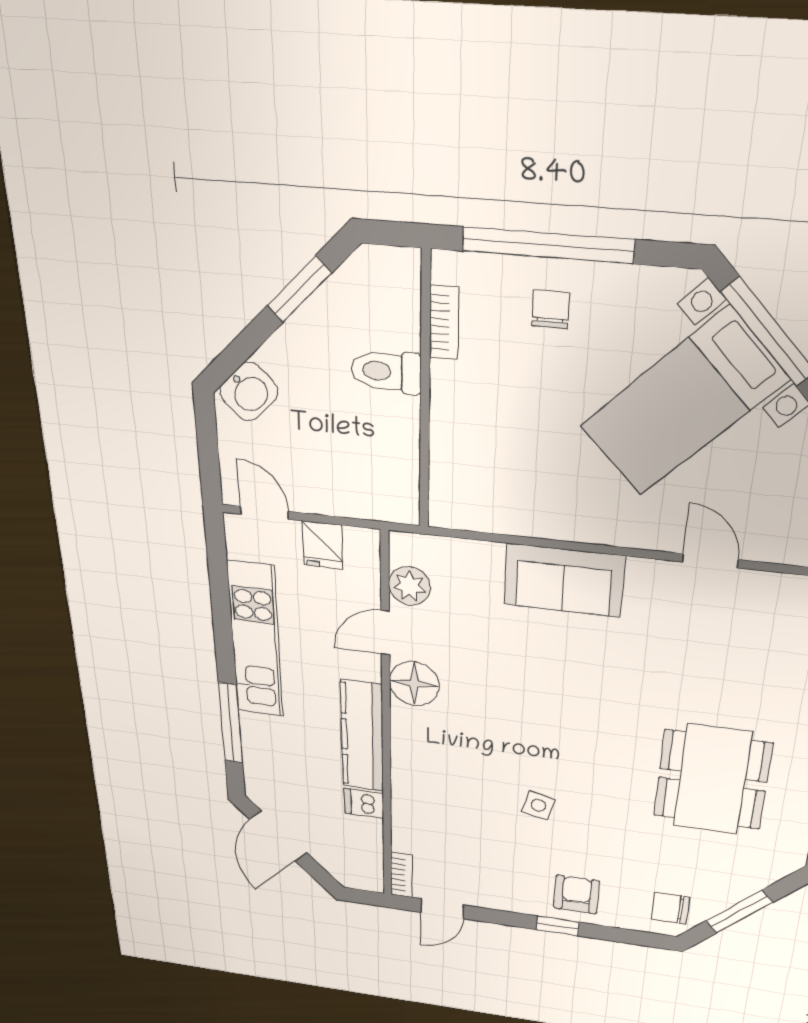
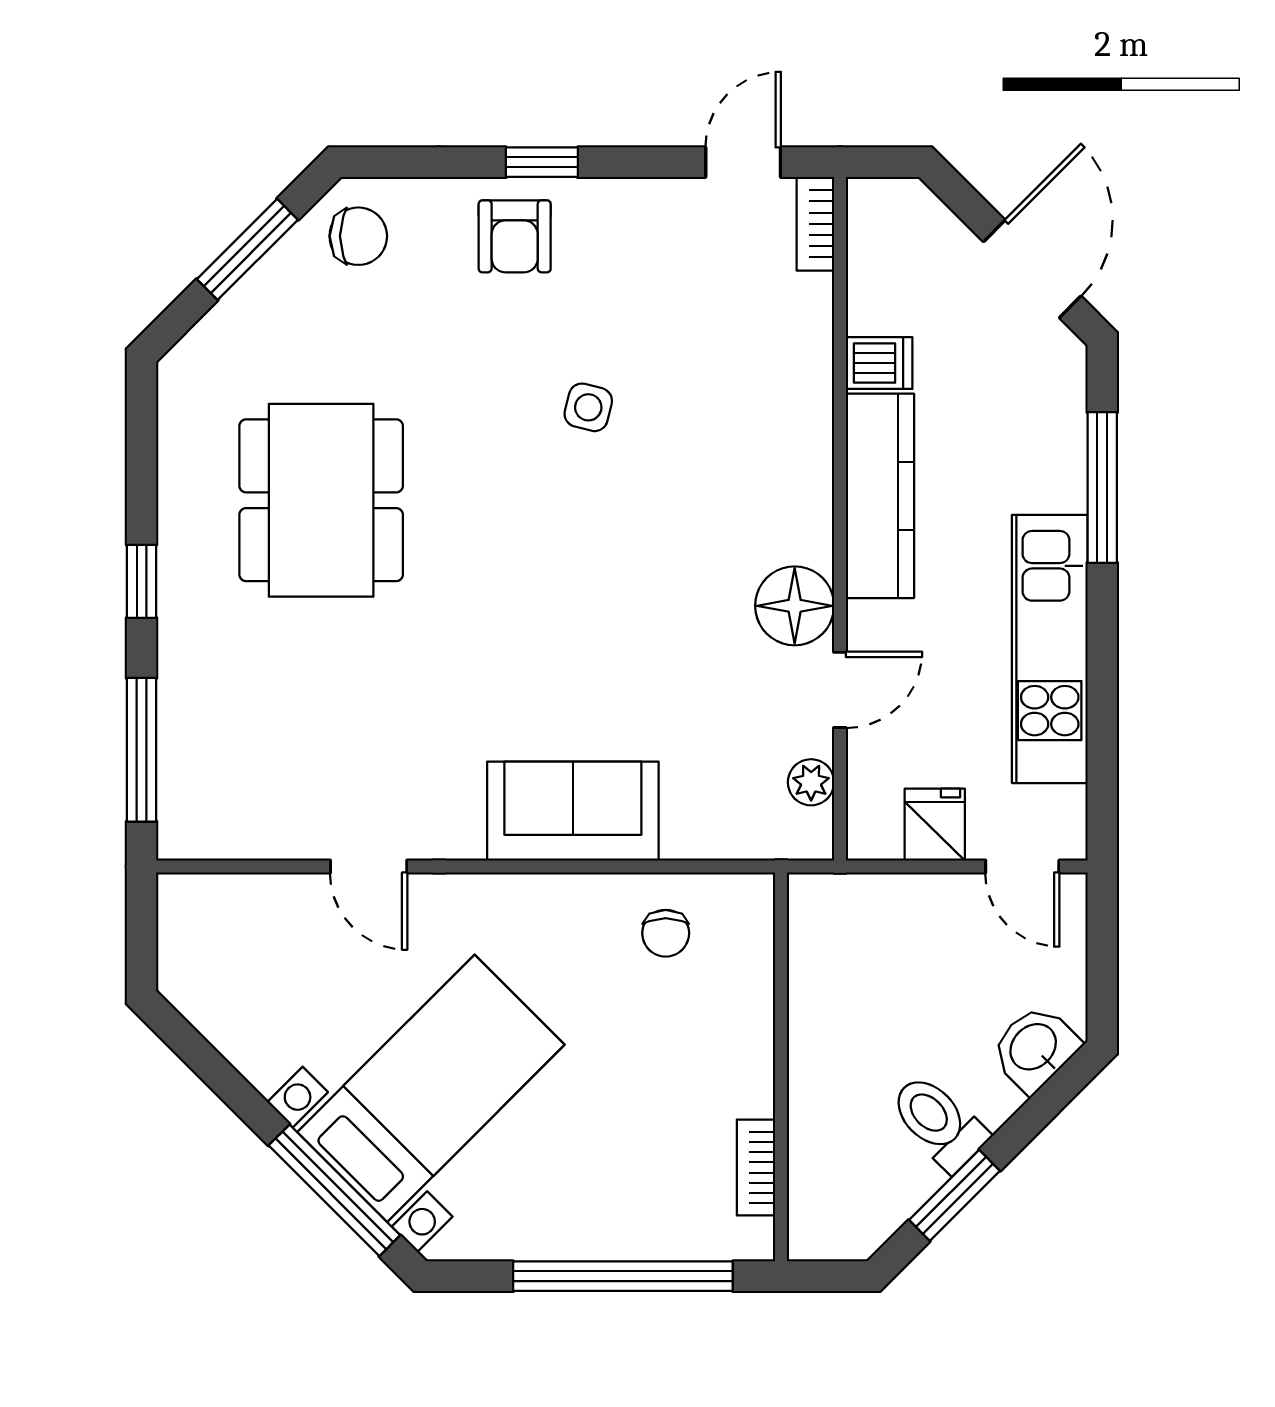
chair: (551, 309) -> (666, 933), moved
toilet: (386, 372) -> (938, 1122), moved, turned -135
plant: (409, 586) -> (811, 782), width x0.73, depth x0.73

